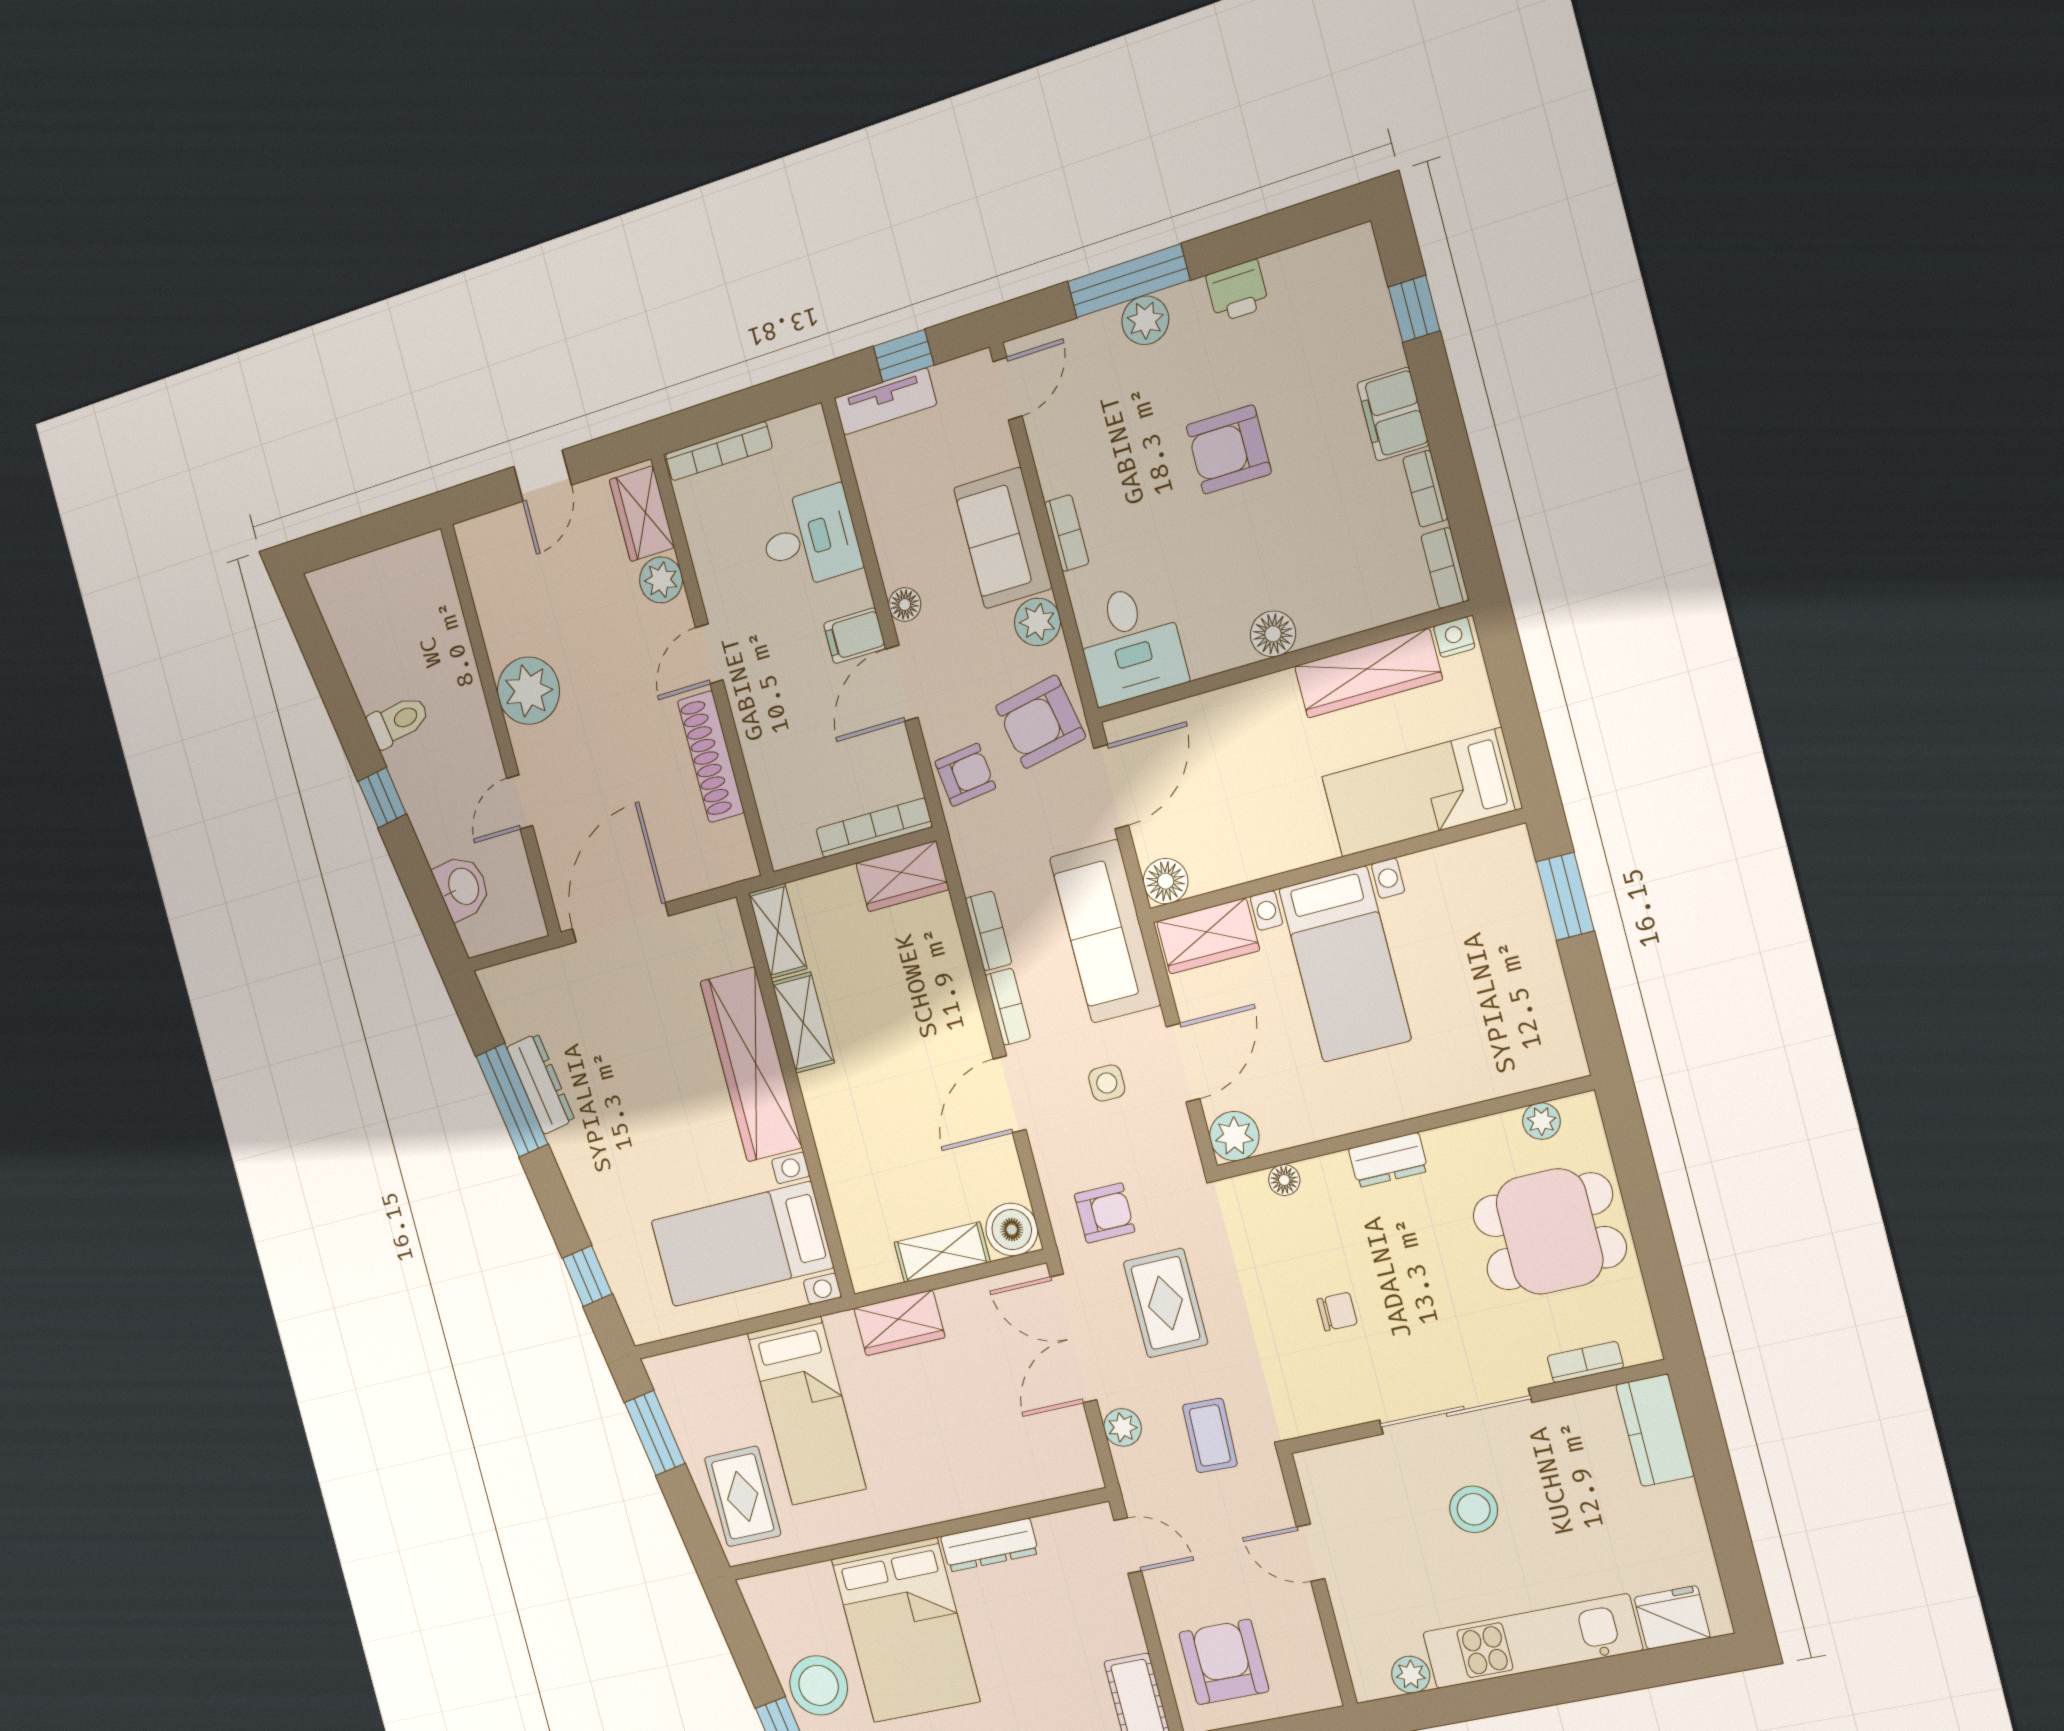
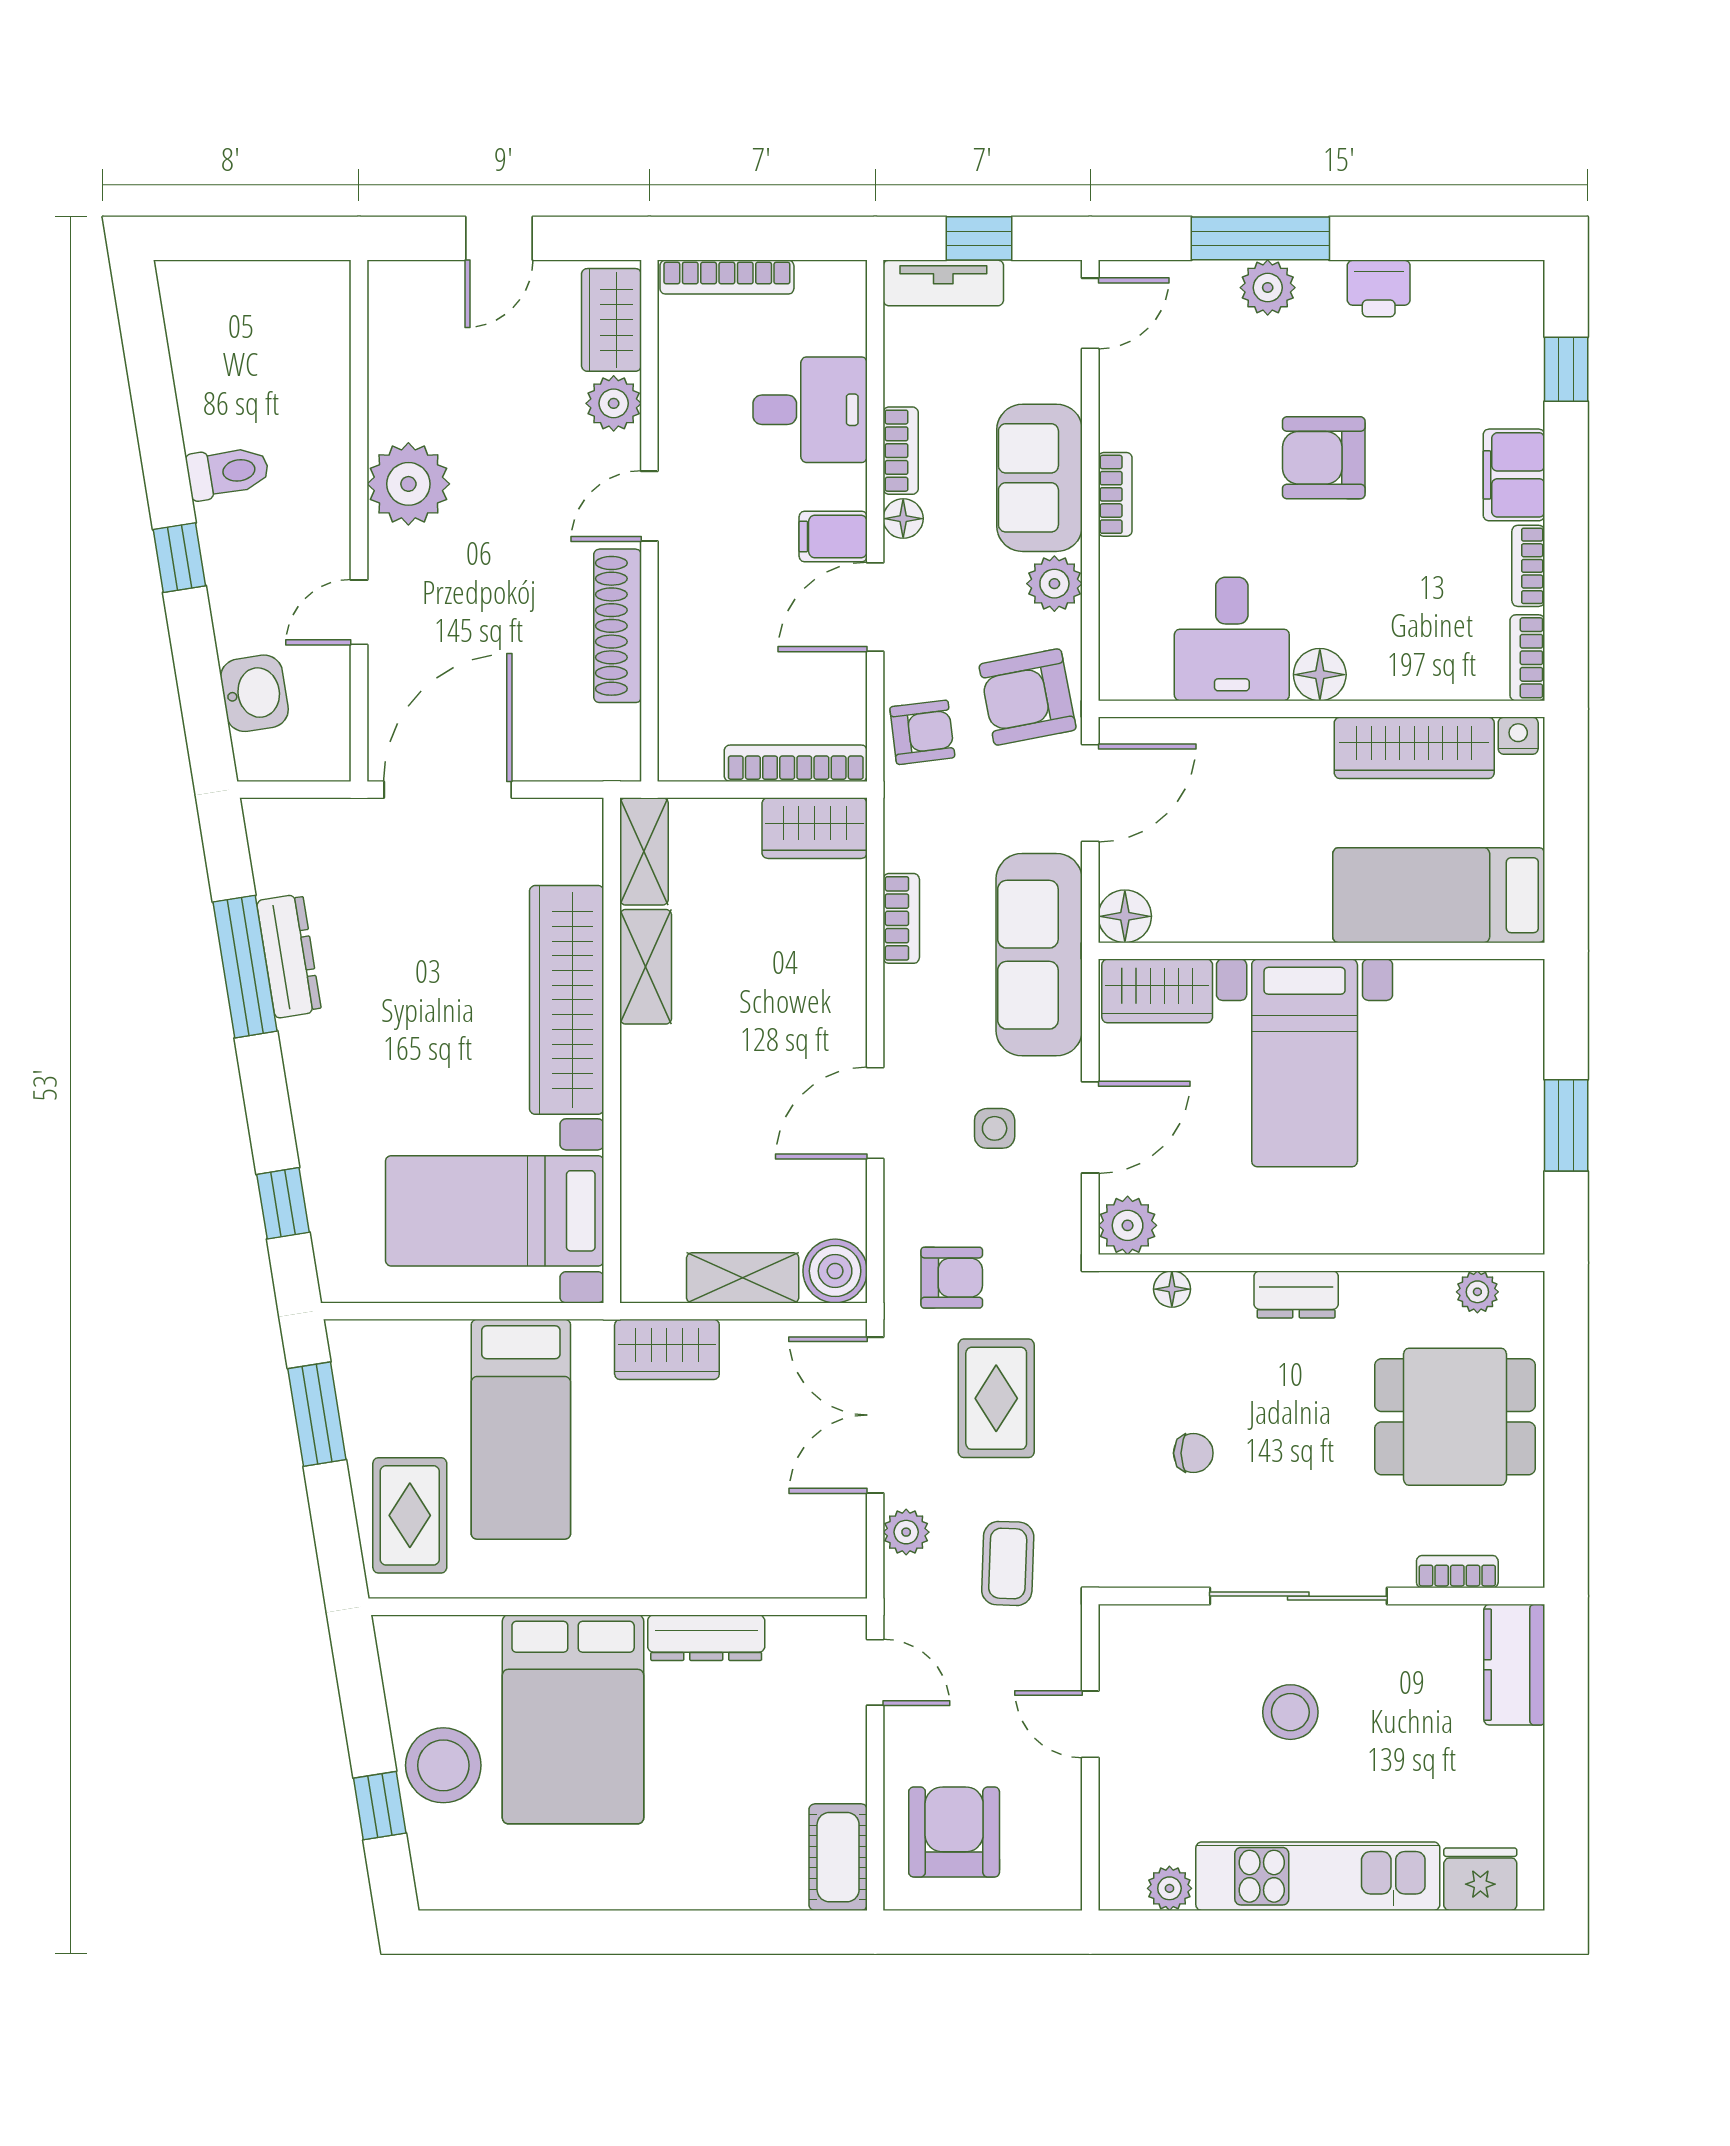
desk: (1131, 644) -> (1232, 639), moved
window: (1565, 896) -> (1566, 1125), moved
bookcase: (1008, 1007) -> (901, 451), moved

